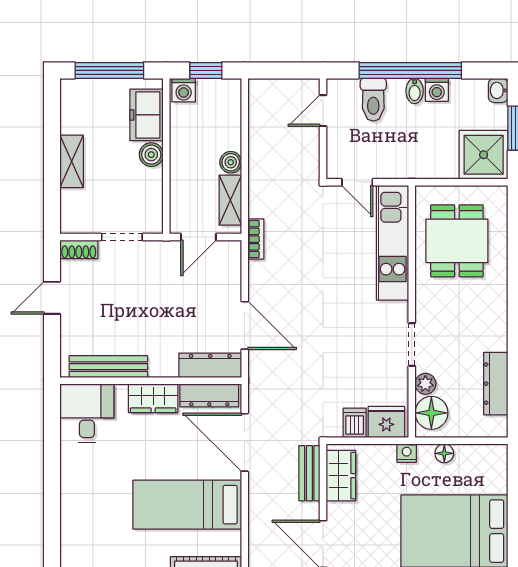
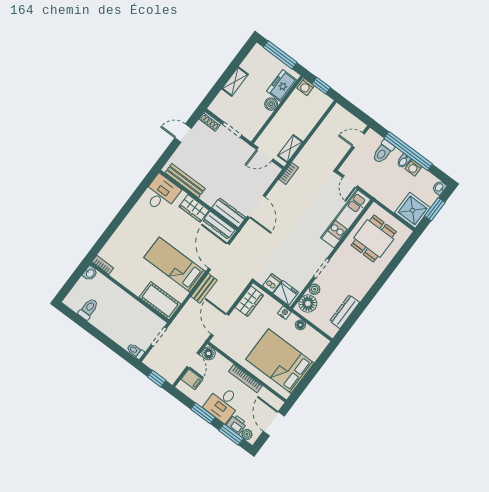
boiler: (231, 162) -> (303, 133), removed
bench: (309, 473) -> (204, 288), moved

